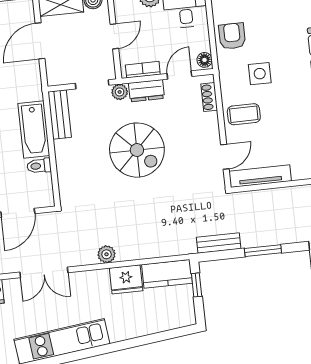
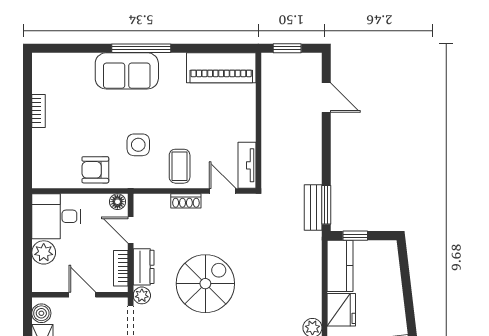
shoe rack: (209, 97) -> (186, 201), moved
tv unit: (260, 176) -> (247, 165), width x0.71
window: (263, 251) -> (326, 205), moved

